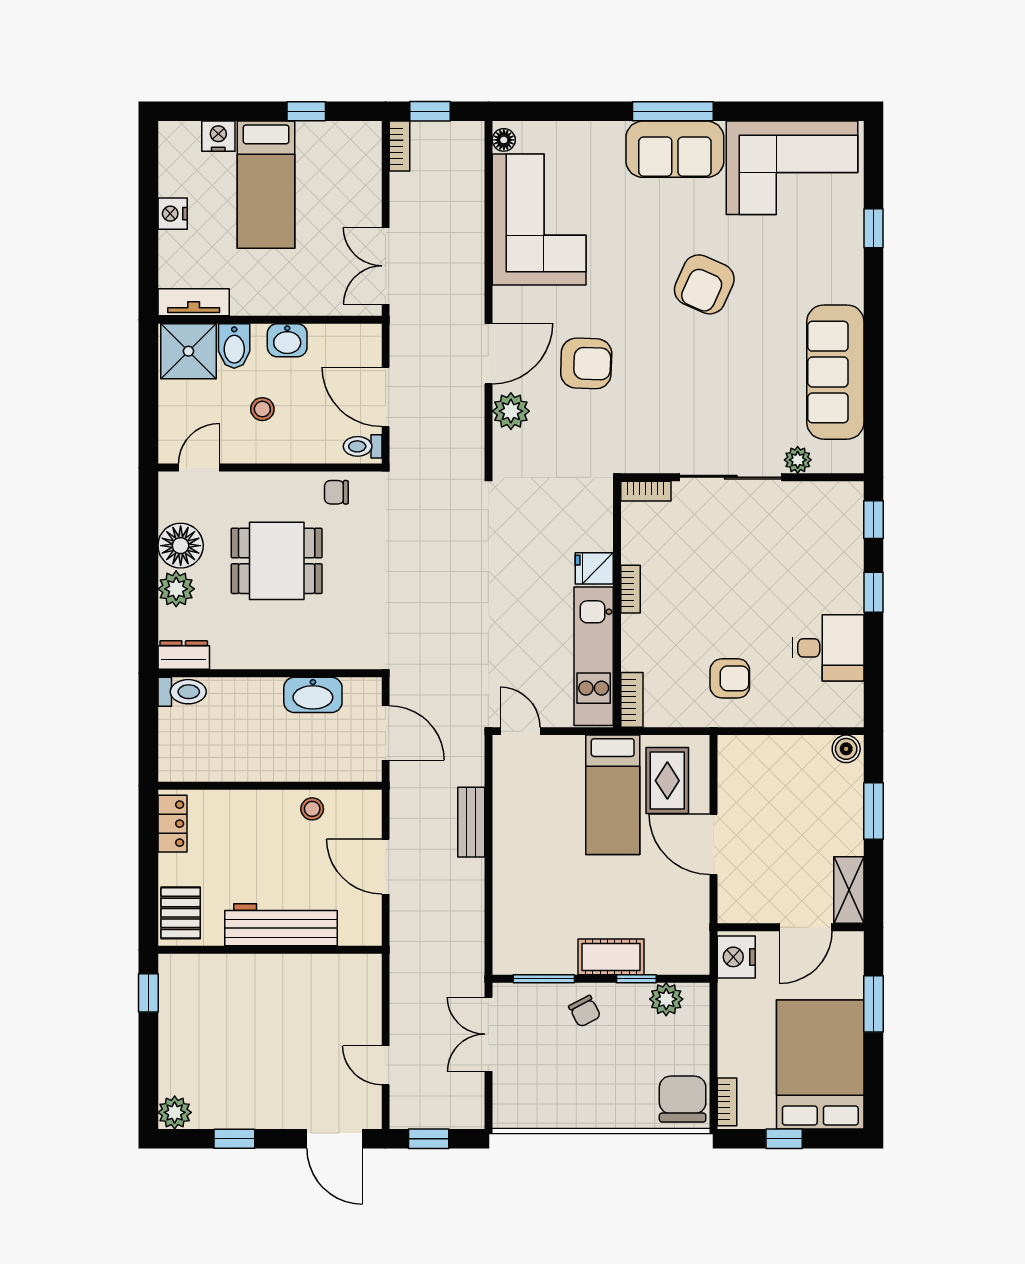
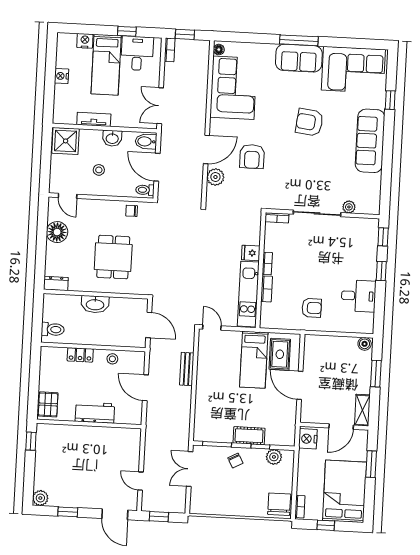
desk: (331, 157) -> (137, 53), added
armchair: (704, 284) -> (309, 122), turned 73
tv unit: (194, 302) -> (94, 119), moved
bidet: (234, 346) -> (146, 141), moved, turned 90
armchair: (586, 363) -> (252, 156), turned 88
sofa: (835, 372) -> (370, 141), moved
door: (199, 468) -> (68, 196), swing flipped
dining table: (277, 561) -> (113, 257), moved, turned 90
plant: (176, 589) -> (54, 252), removed
toilet: (182, 692) -> (53, 329), moved
washbasin: (313, 695) -> (95, 304), moved
bookcase: (632, 700) -> (267, 289), moved
locker: (172, 824) -> (80, 355), moved, turned 90
workbench: (281, 925) -> (95, 413), width x0.73

